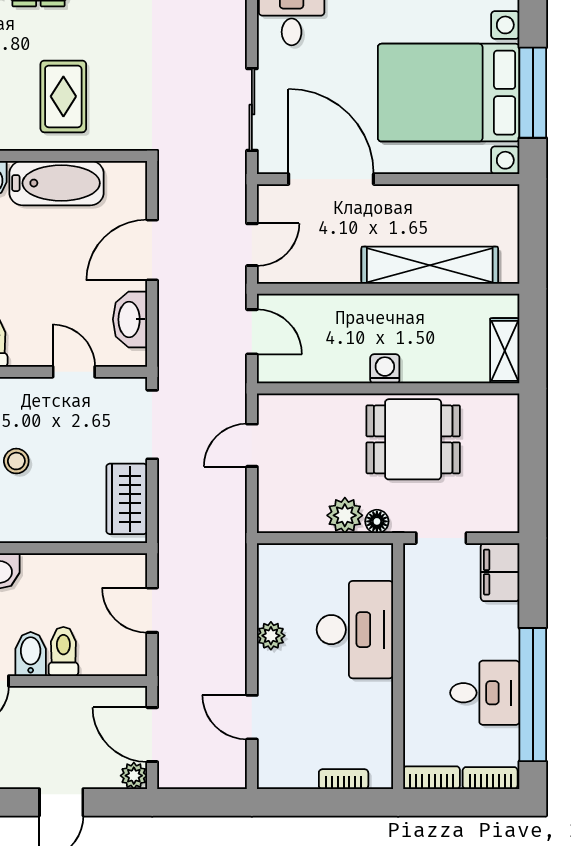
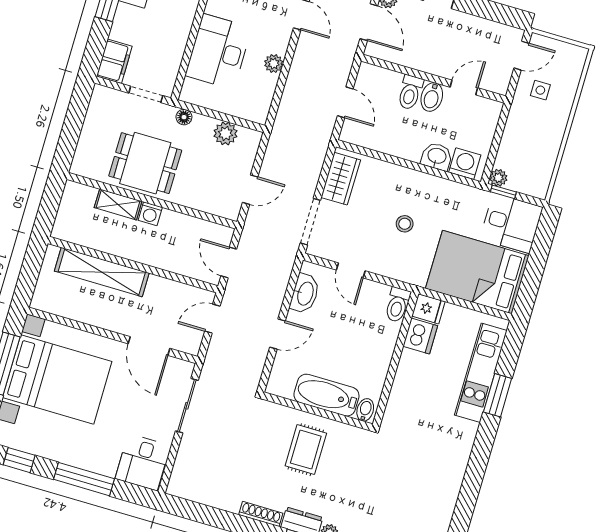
door: (331, 179) -> (149, 346), width x0.73
door: (152, 250) -> (278, 334), width x0.73
shelving: (505, 351) -> (118, 204), moved, turned 90
plant: (345, 515) -> (225, 134), moved

